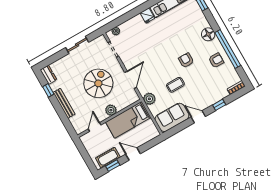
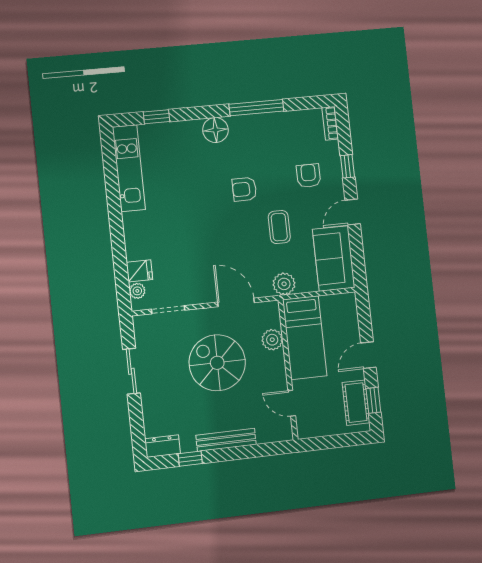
fridge: (147, 16) -> (139, 271), moved
window: (228, 49) -> (256, 108), width x0.68
armchair: (216, 60) -> (308, 176), moved
plant: (111, 110) -> (272, 340), moved

